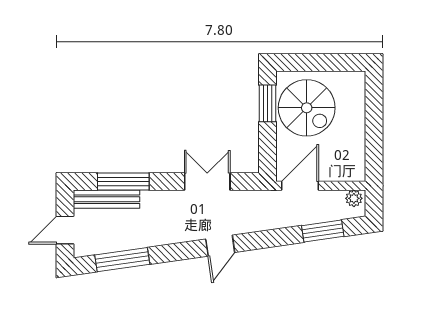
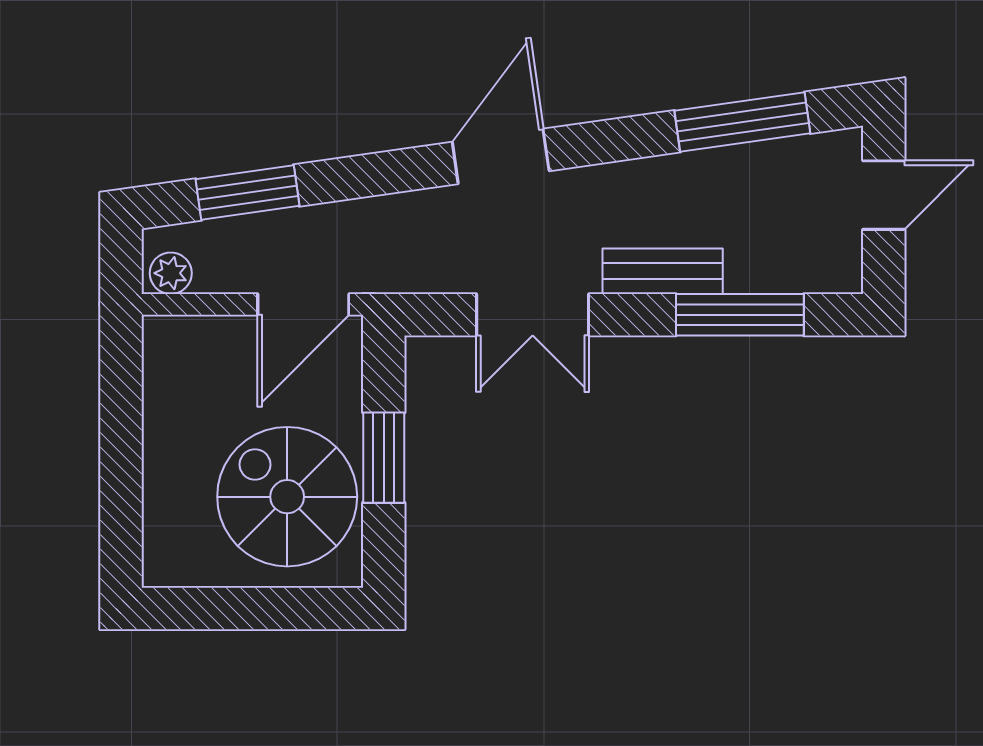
window: (268, 103) -> (384, 458), moved
bench: (106, 199) -> (663, 271), moved, width x0.73
door: (220, 246) -> (501, 156), width x1.38

